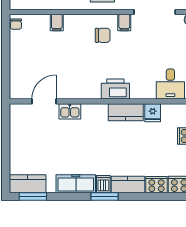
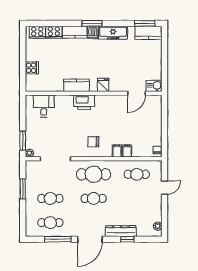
filing cabinet: (124, 23) -> (117, 151), moved
kitchen sink: (70, 111) -> (154, 86), moved
fridge: (153, 113) -> (103, 85), moved

